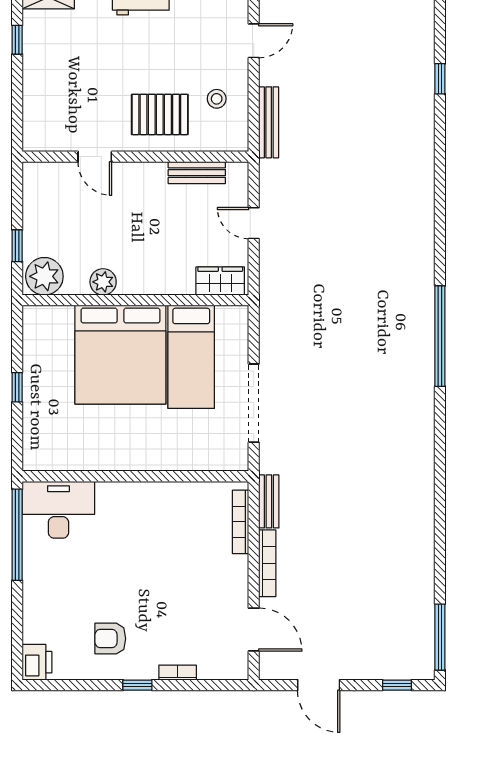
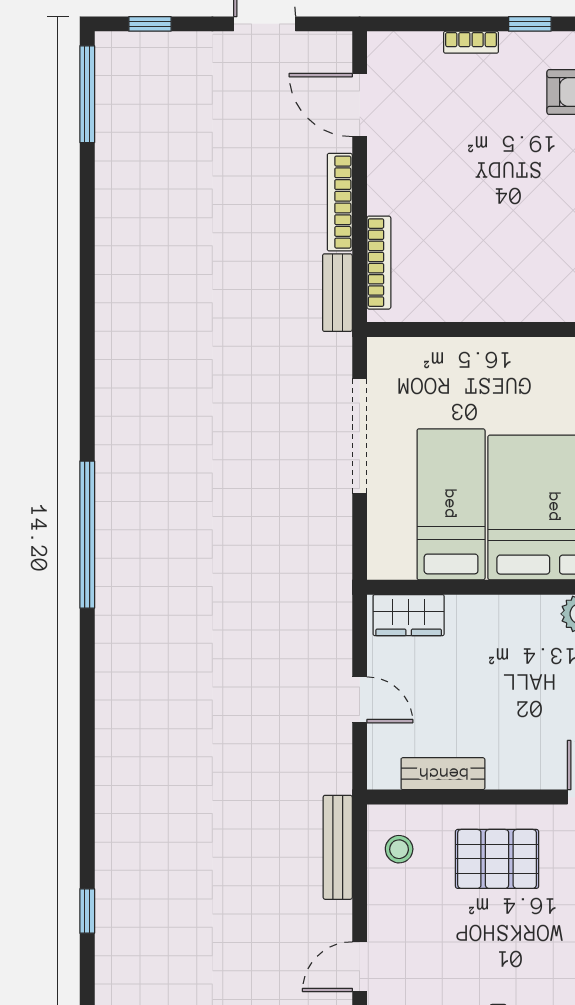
stool: (217, 99) -> (399, 849), moved

